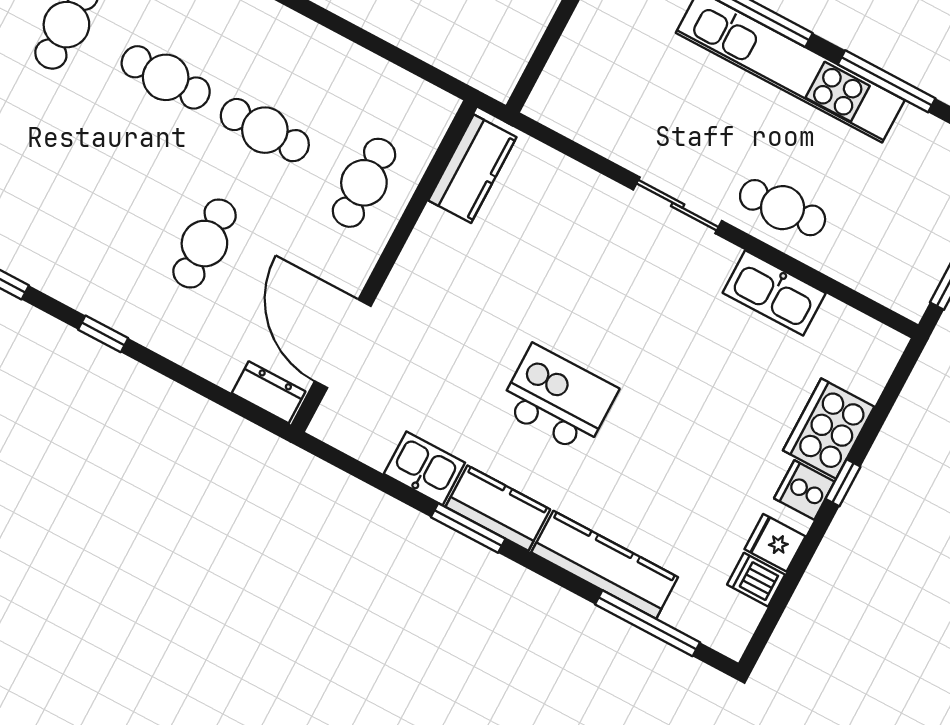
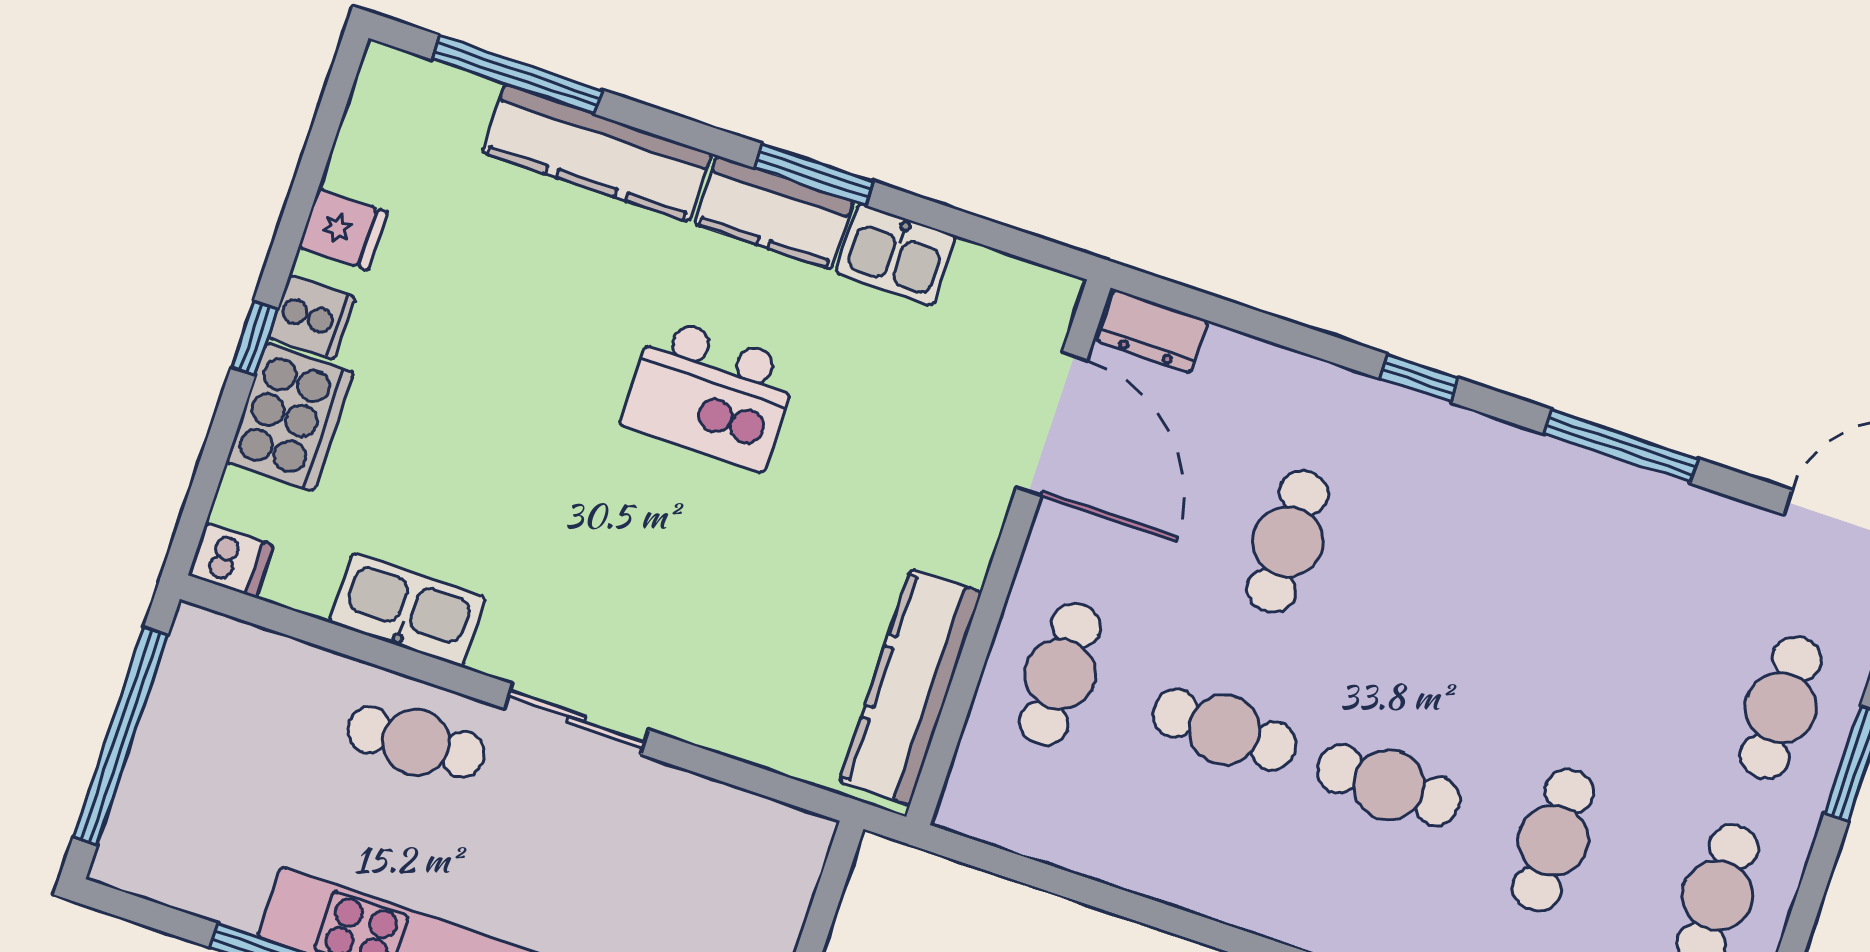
kitchen counter: (472, 169) -> (910, 687), width x1.50
dishwasher: (756, 580) -> (231, 560), moved

